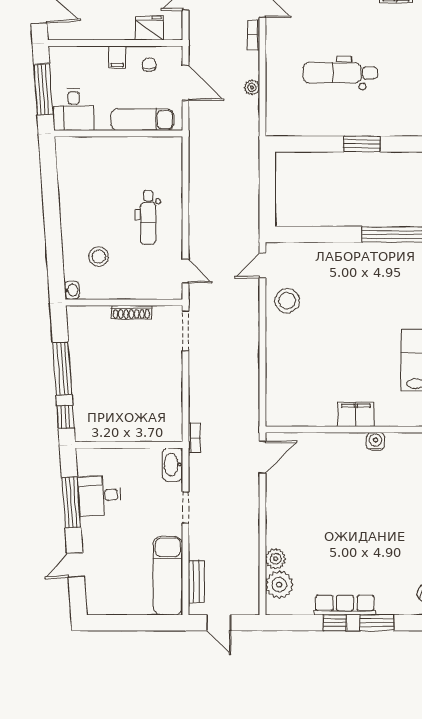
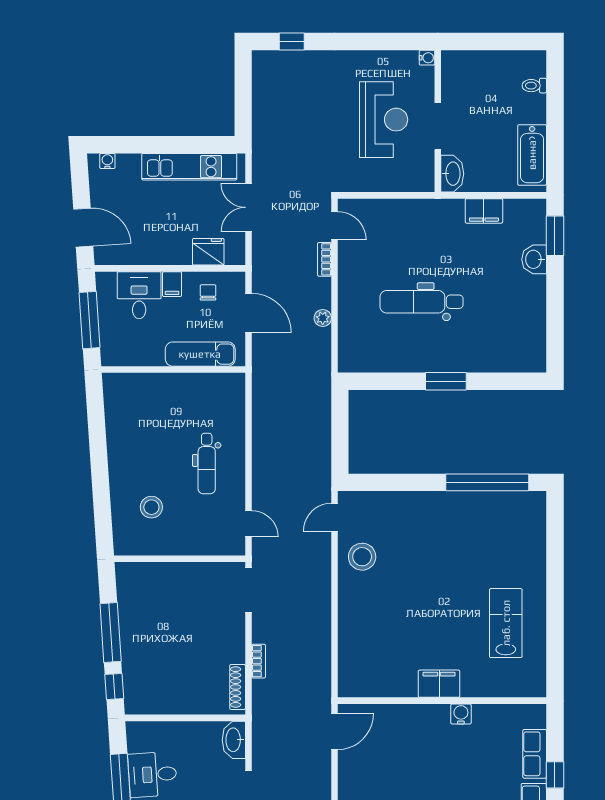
desk: (74, 109) -> (139, 295), moved, turned 180
washbasin: (72, 290) -> (121, 545), removed
shoe rack: (131, 312) -> (238, 687), moved, turned 90
bookcase: (194, 438) -> (259, 661), moved

